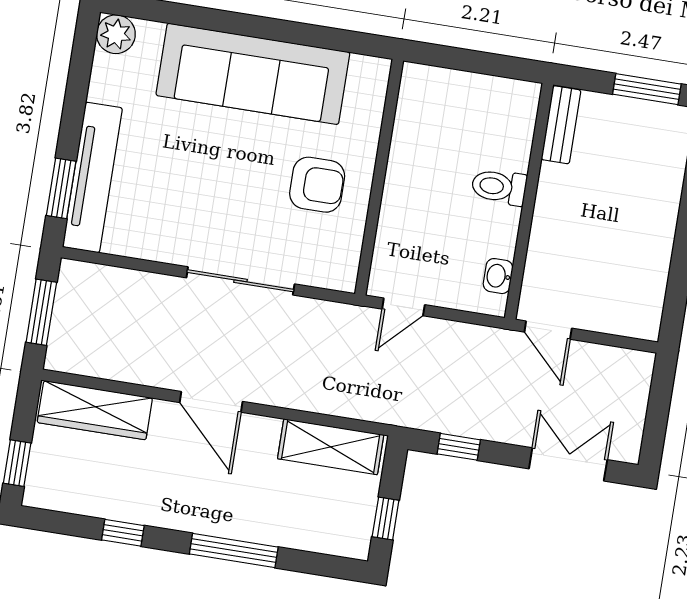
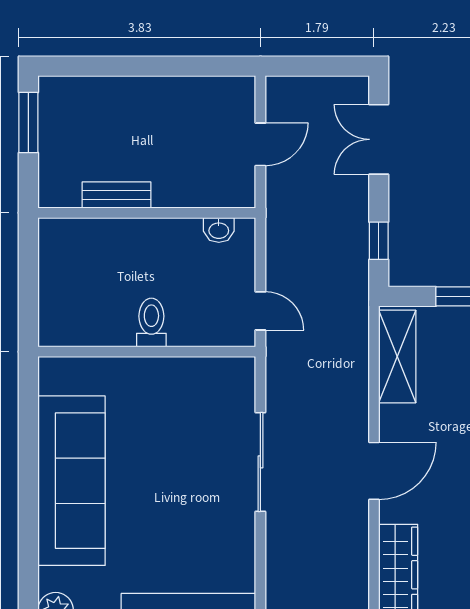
bench: (561, 125) -> (116, 195), moved
armchair: (317, 185) -> (162, 407), removed
toilet: (499, 187) -> (151, 323), moved, turned 180
door: (548, 330) -> (260, 144), moved

